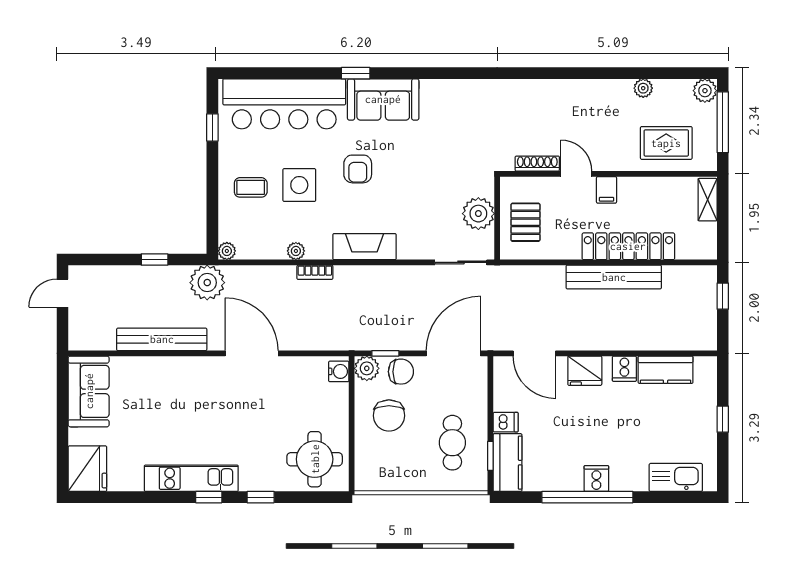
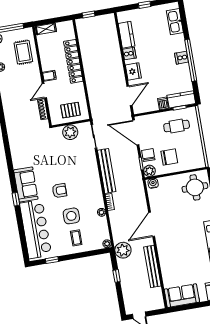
fireplace: (365, 247) -> (94, 181), removed
bench: (614, 277) -> (107, 171), moved

